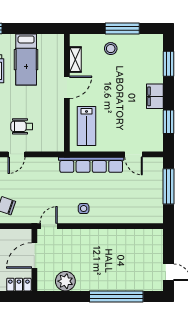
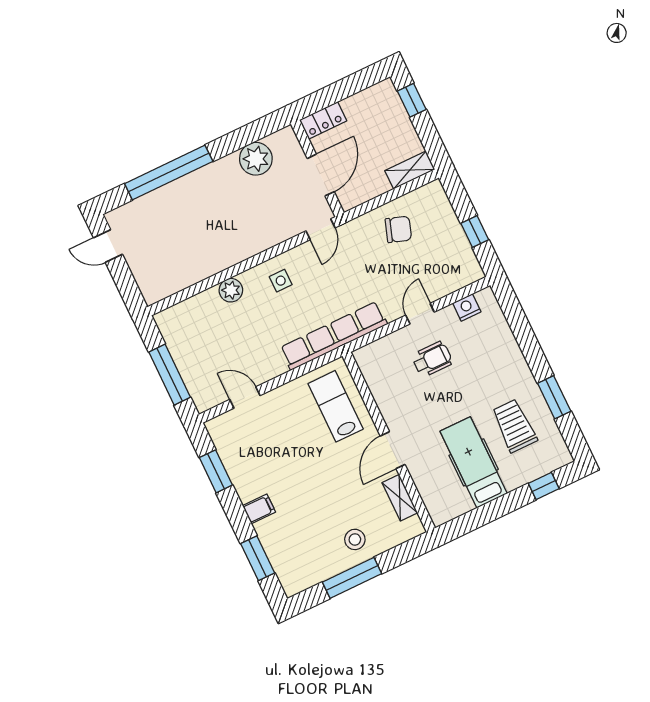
filing cabinet: (155, 96) -> (259, 509), width x0.50
row of seats: (91, 165) -> (334, 336), moved
plant: (113, 216) -> (231, 290), added

